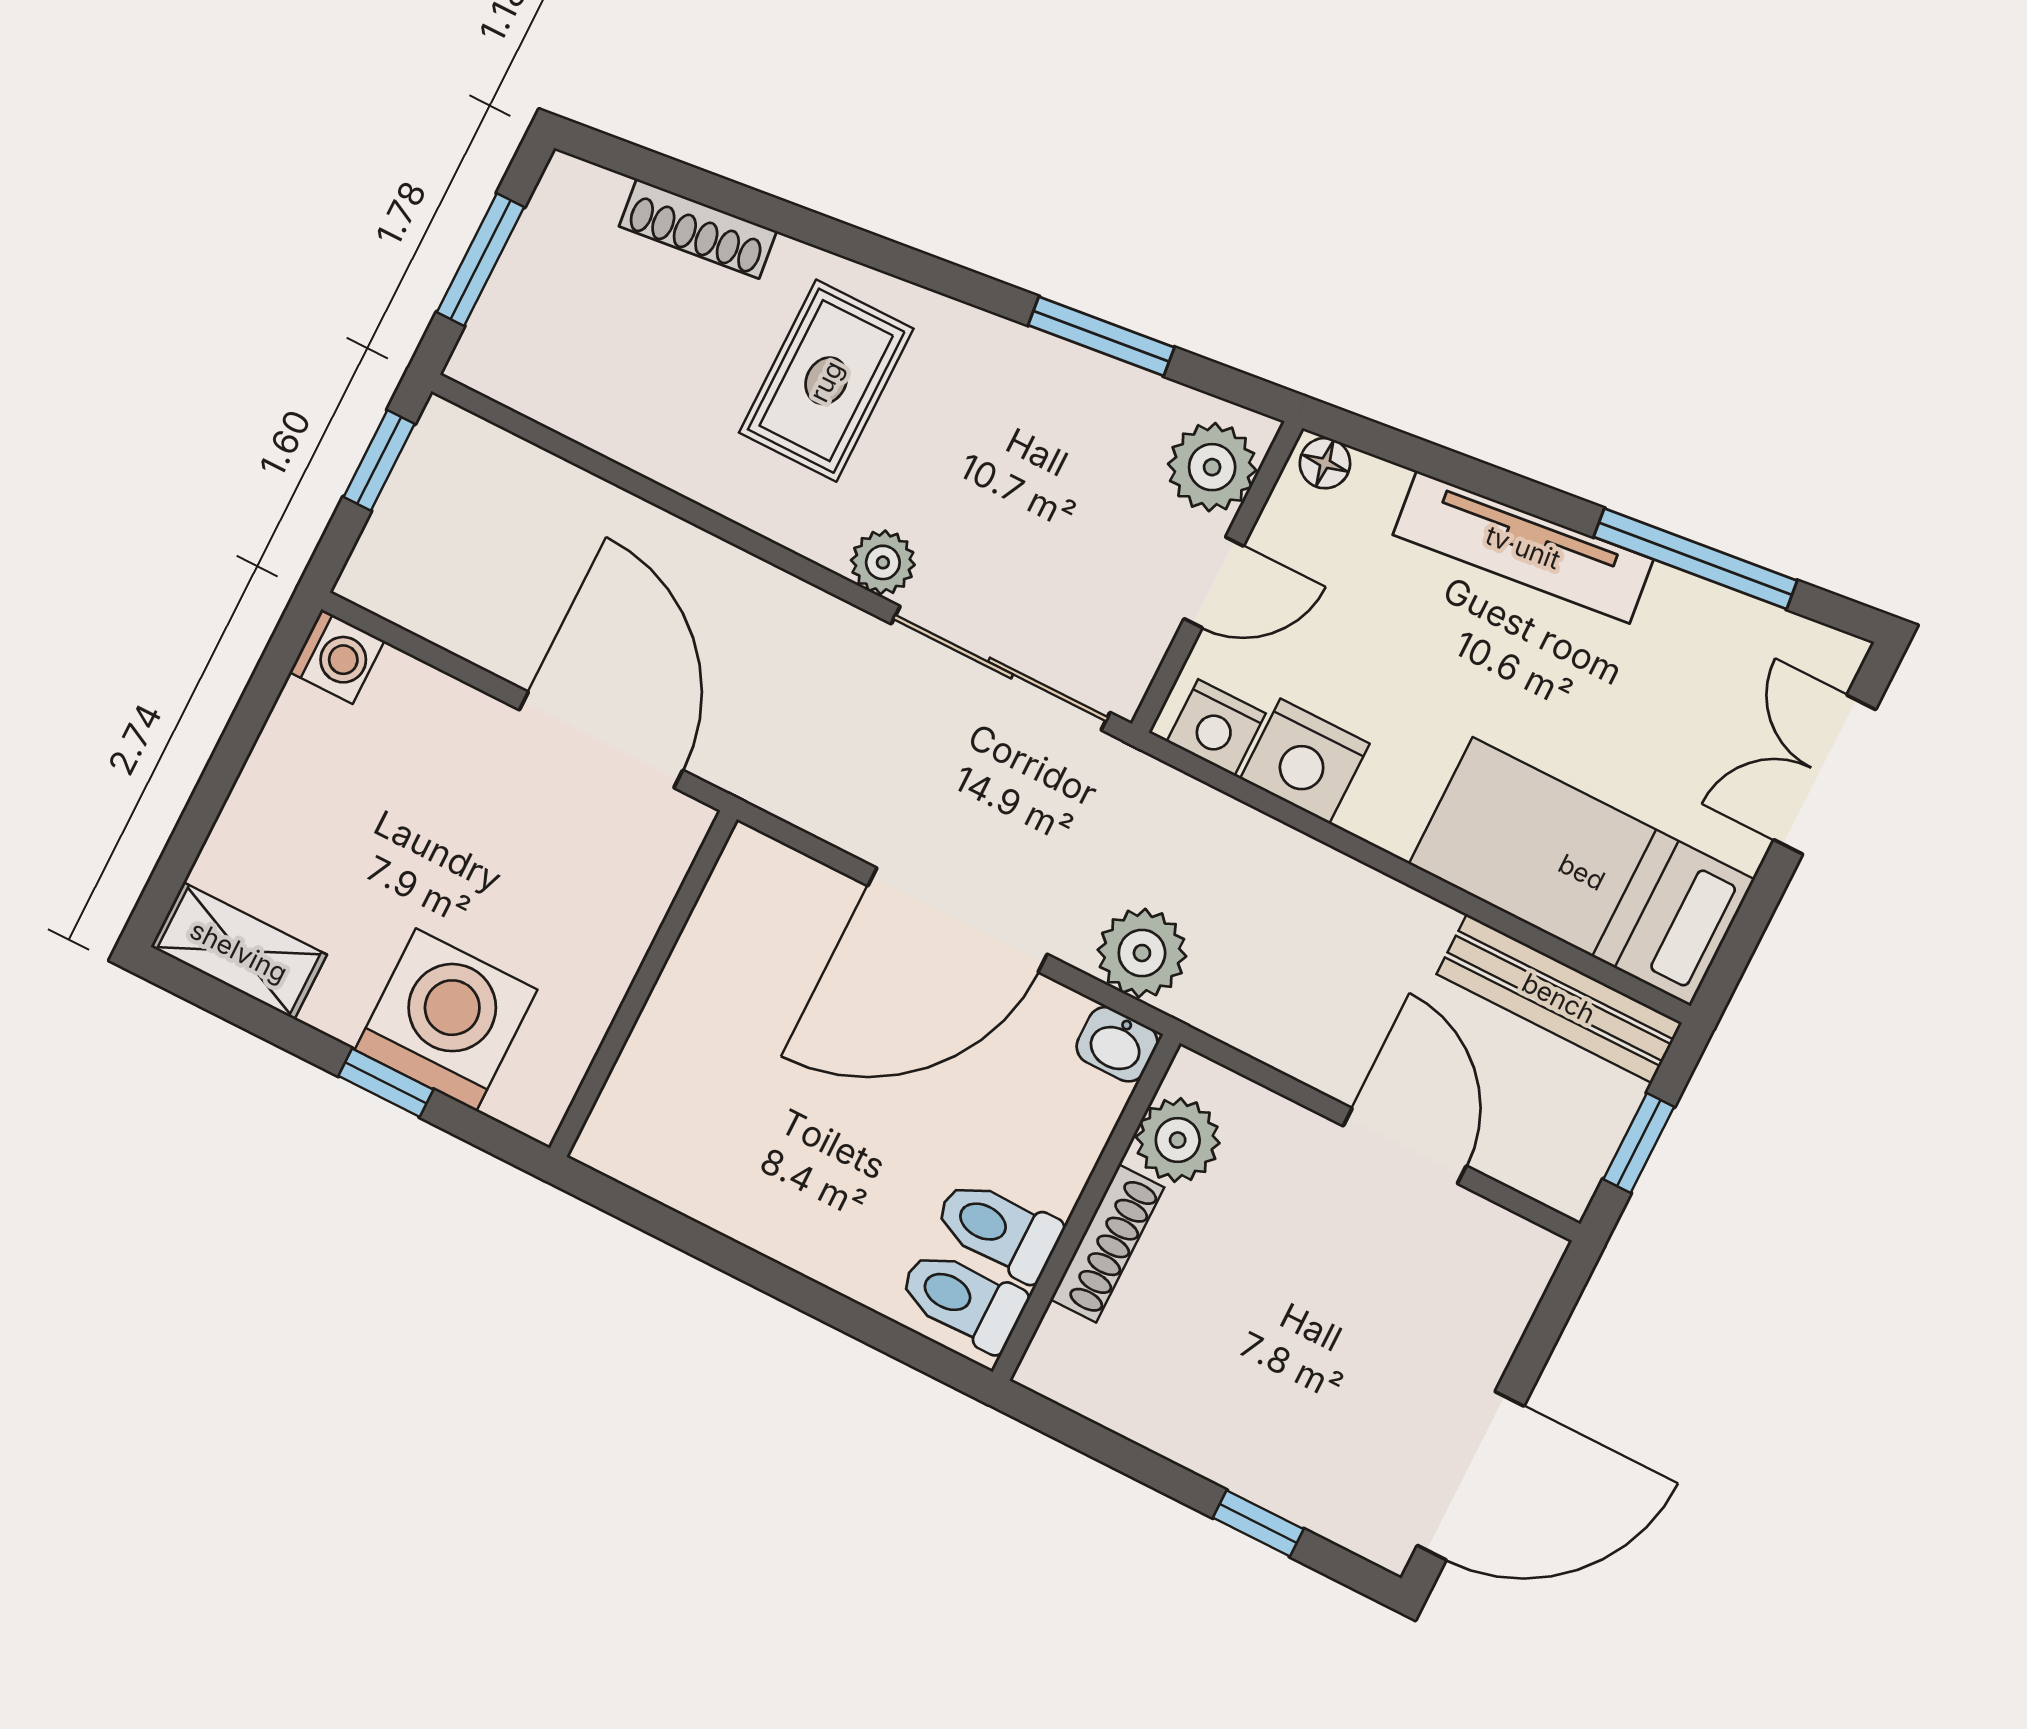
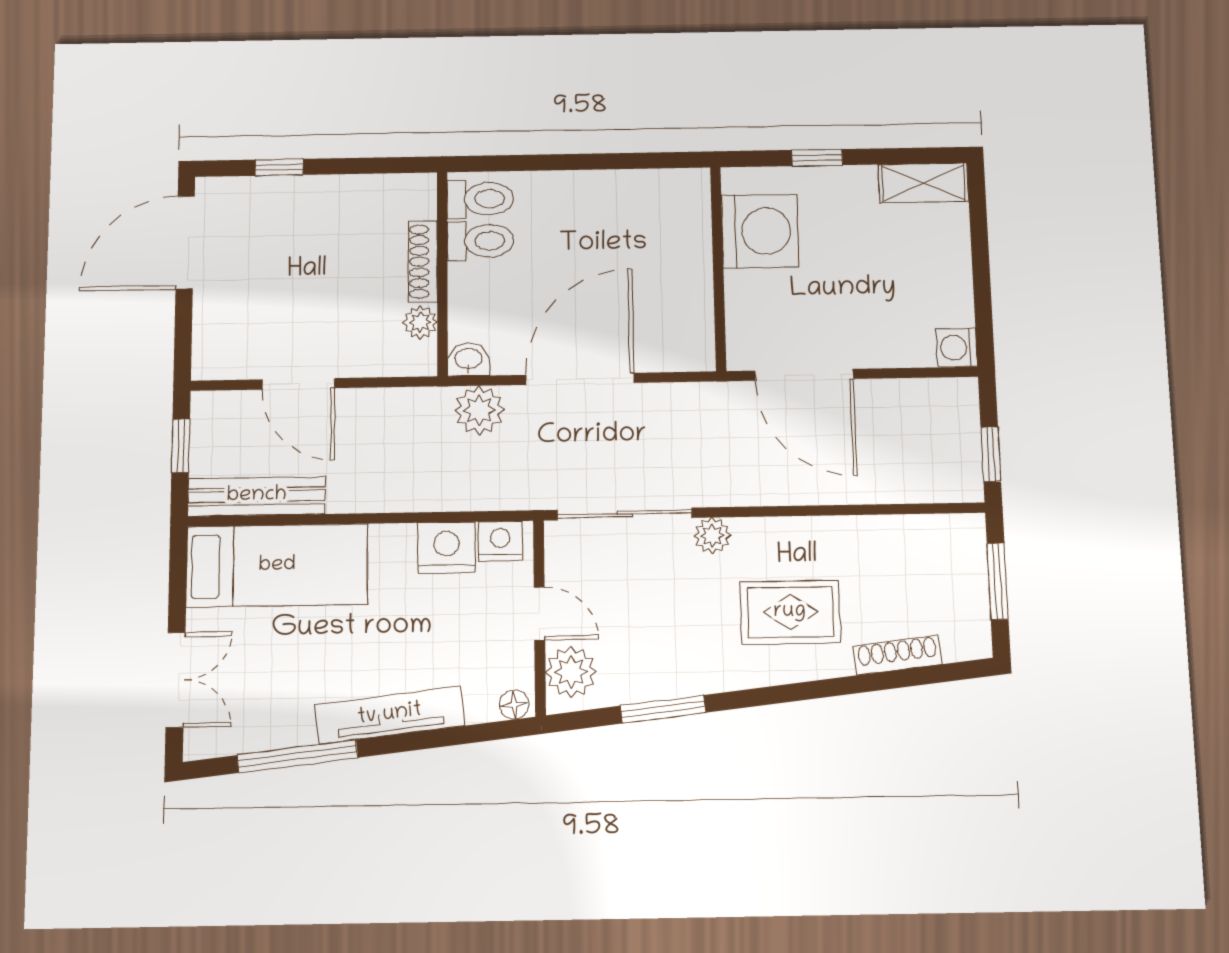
rug: (826, 381) -> (790, 612), turned 90
door: (1214, 582) -> (539, 614), swing flipped
washing machine: (446, 1020) -> (760, 231), moved, turned -90
plant: (1178, 1140) -> (420, 322), width x0.73, depth x0.73

